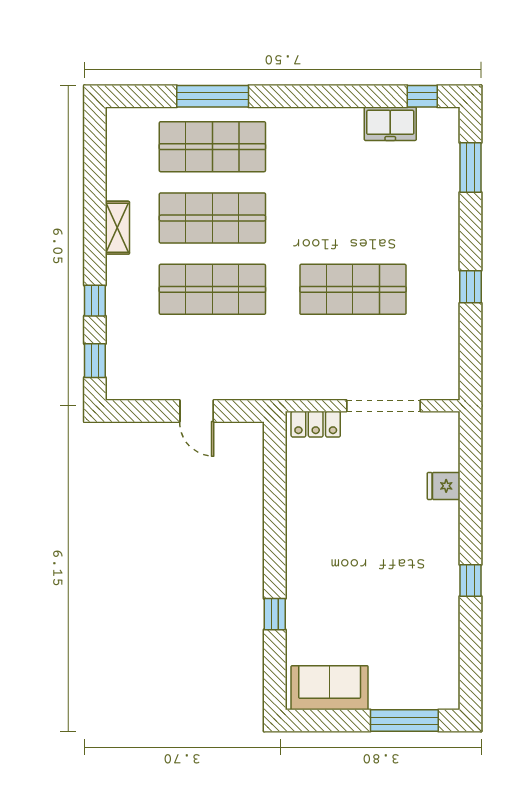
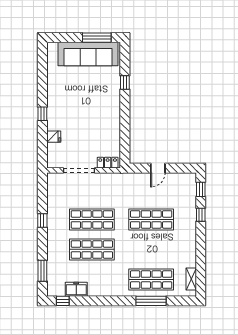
shop shelf: (212, 218) -> (92, 249), moved
shelving: (117, 228) -> (191, 279), moved
door: (197, 411) -> (158, 168), swing flipped
window: (470, 580) -> (42, 114), moved
sofa: (330, 688) -> (88, 54), width x1.85, depth x1.27
window: (404, 721) -> (97, 38), moved

